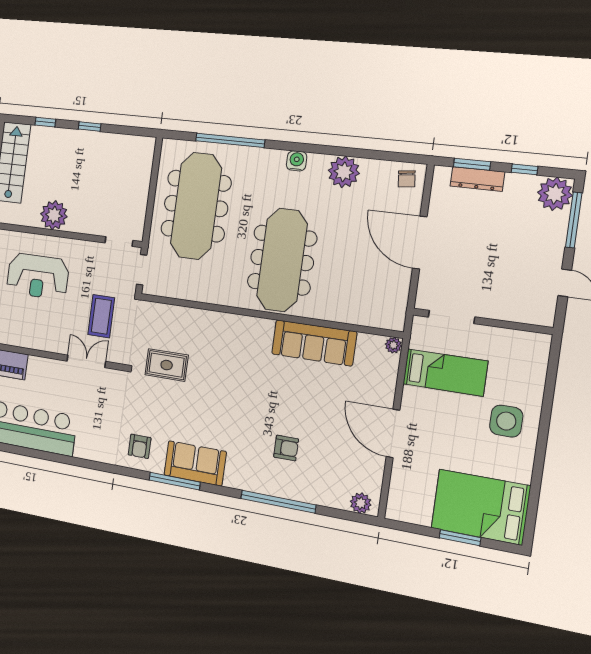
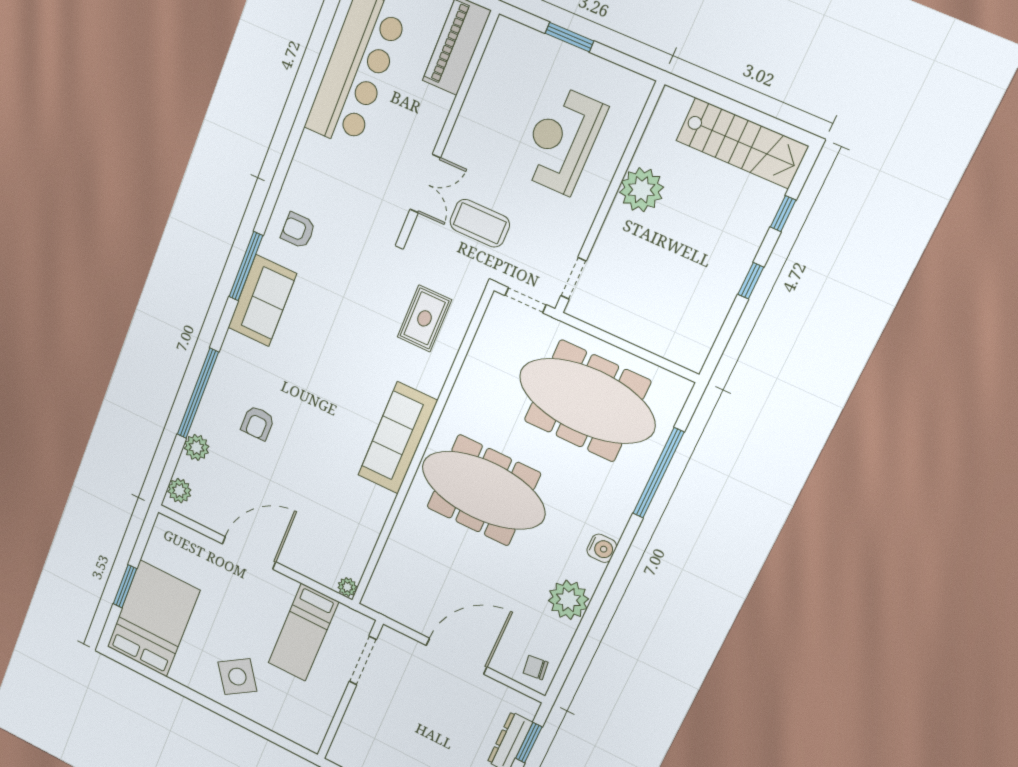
sofa: (314, 343) -> (398, 438), moved
rug: (167, 365) -> (424, 318), moved
side table: (506, 421) -> (237, 677), turned -34
plant: (321, 495) -> (197, 447), added

